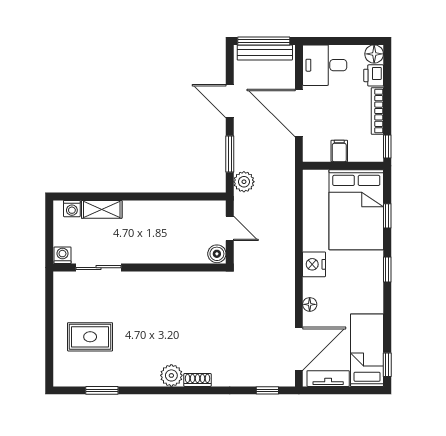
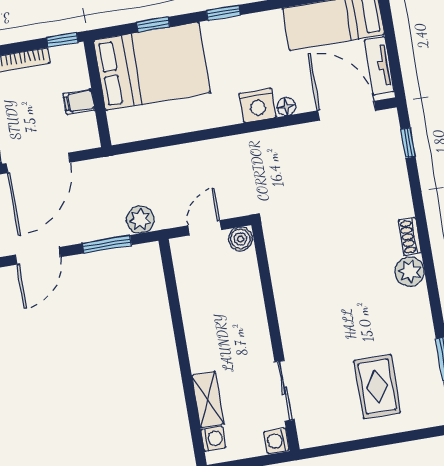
nightstand: (314, 264) -> (258, 105), moved

